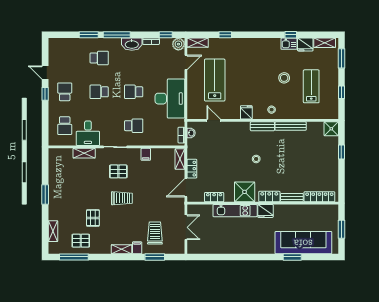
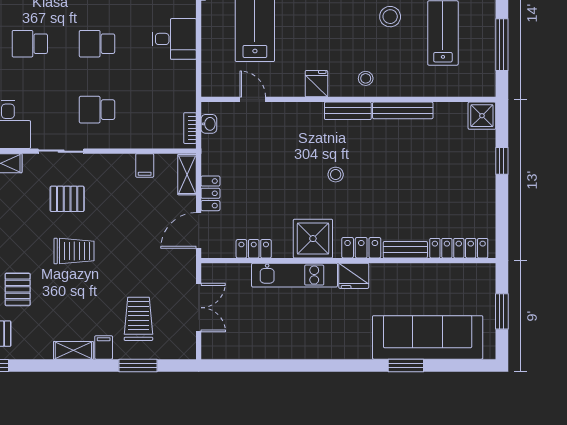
window: (341, 92) -> (502, 45), width x2.17
desk: (170, 99) -> (174, 39), width x0.53, depth x0.77
school desk: (134, 126) -> (97, 110), turned 180
filing cabinet: (146, 154) -> (145, 165), moved

